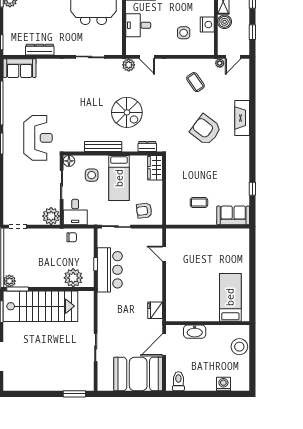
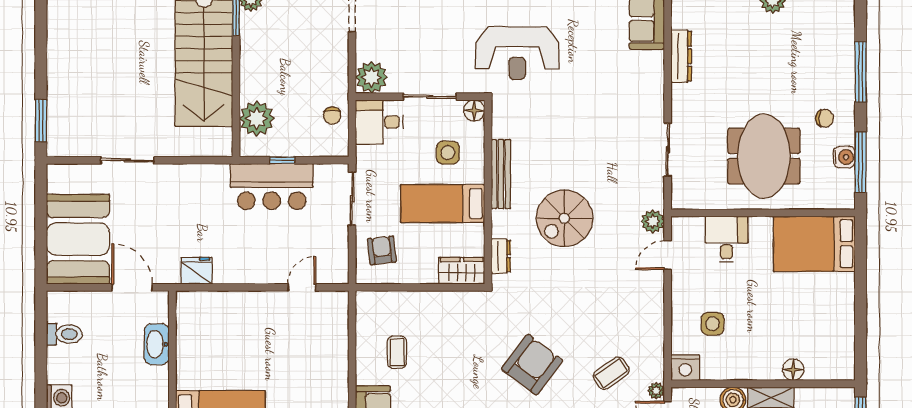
nightstand: (207, 25) -> (685, 368), moved
coffee table: (195, 82) -> (611, 373), moved
toilet: (178, 381) -> (64, 334), moved

